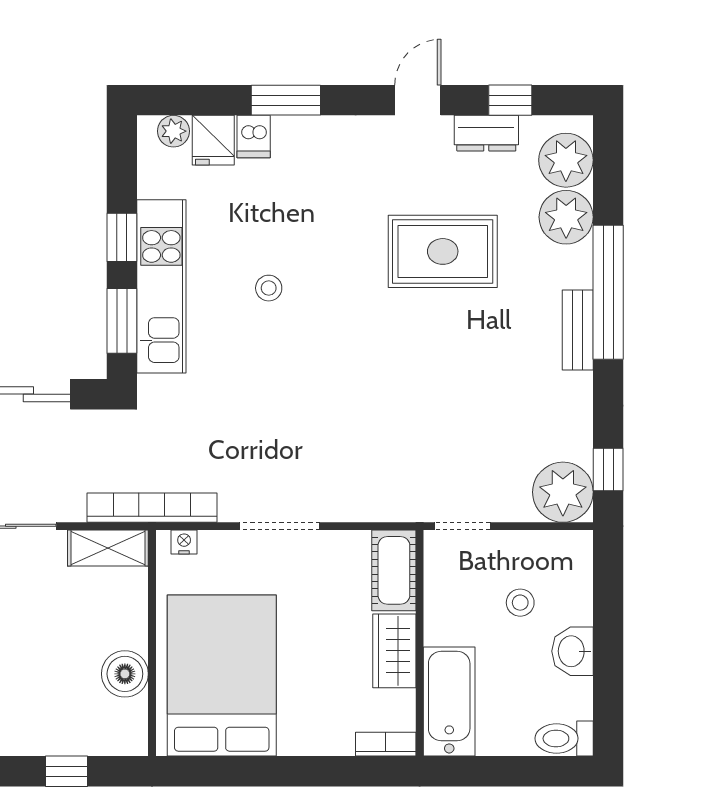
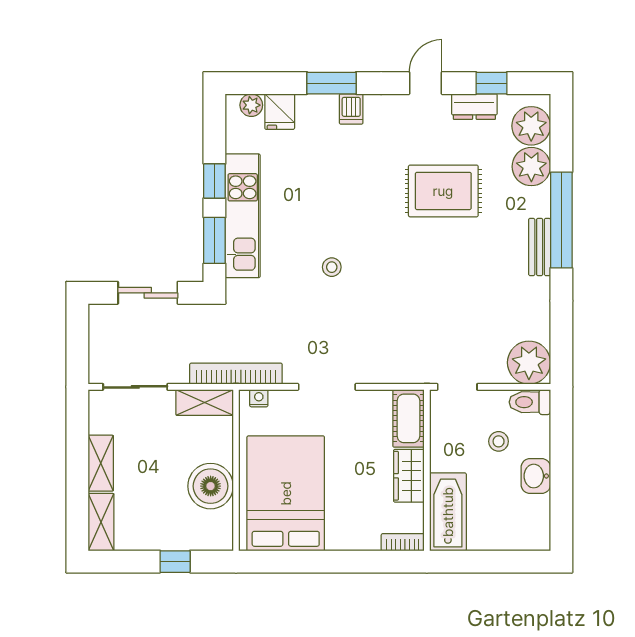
dishwasher: (254, 137) -> (351, 109), moved
stool: (269, 288) -> (332, 267), moved
window: (608, 469) -> (561, 346), removed
boiler: (125, 674) -> (211, 486), width x1.37, depth x1.37
toilet: (564, 738) -> (530, 402), moved

